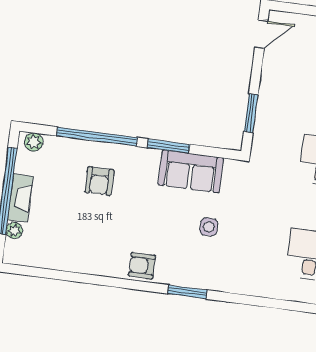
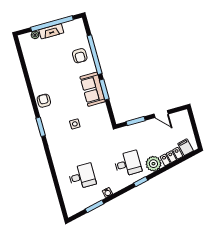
door: (261, 34) -> (161, 114), moved
plant: (34, 142) -> (80, 26), removed
sofa: (191, 171) -> (93, 89), moved
armchair: (99, 181) -> (80, 56), moved, turned -90

